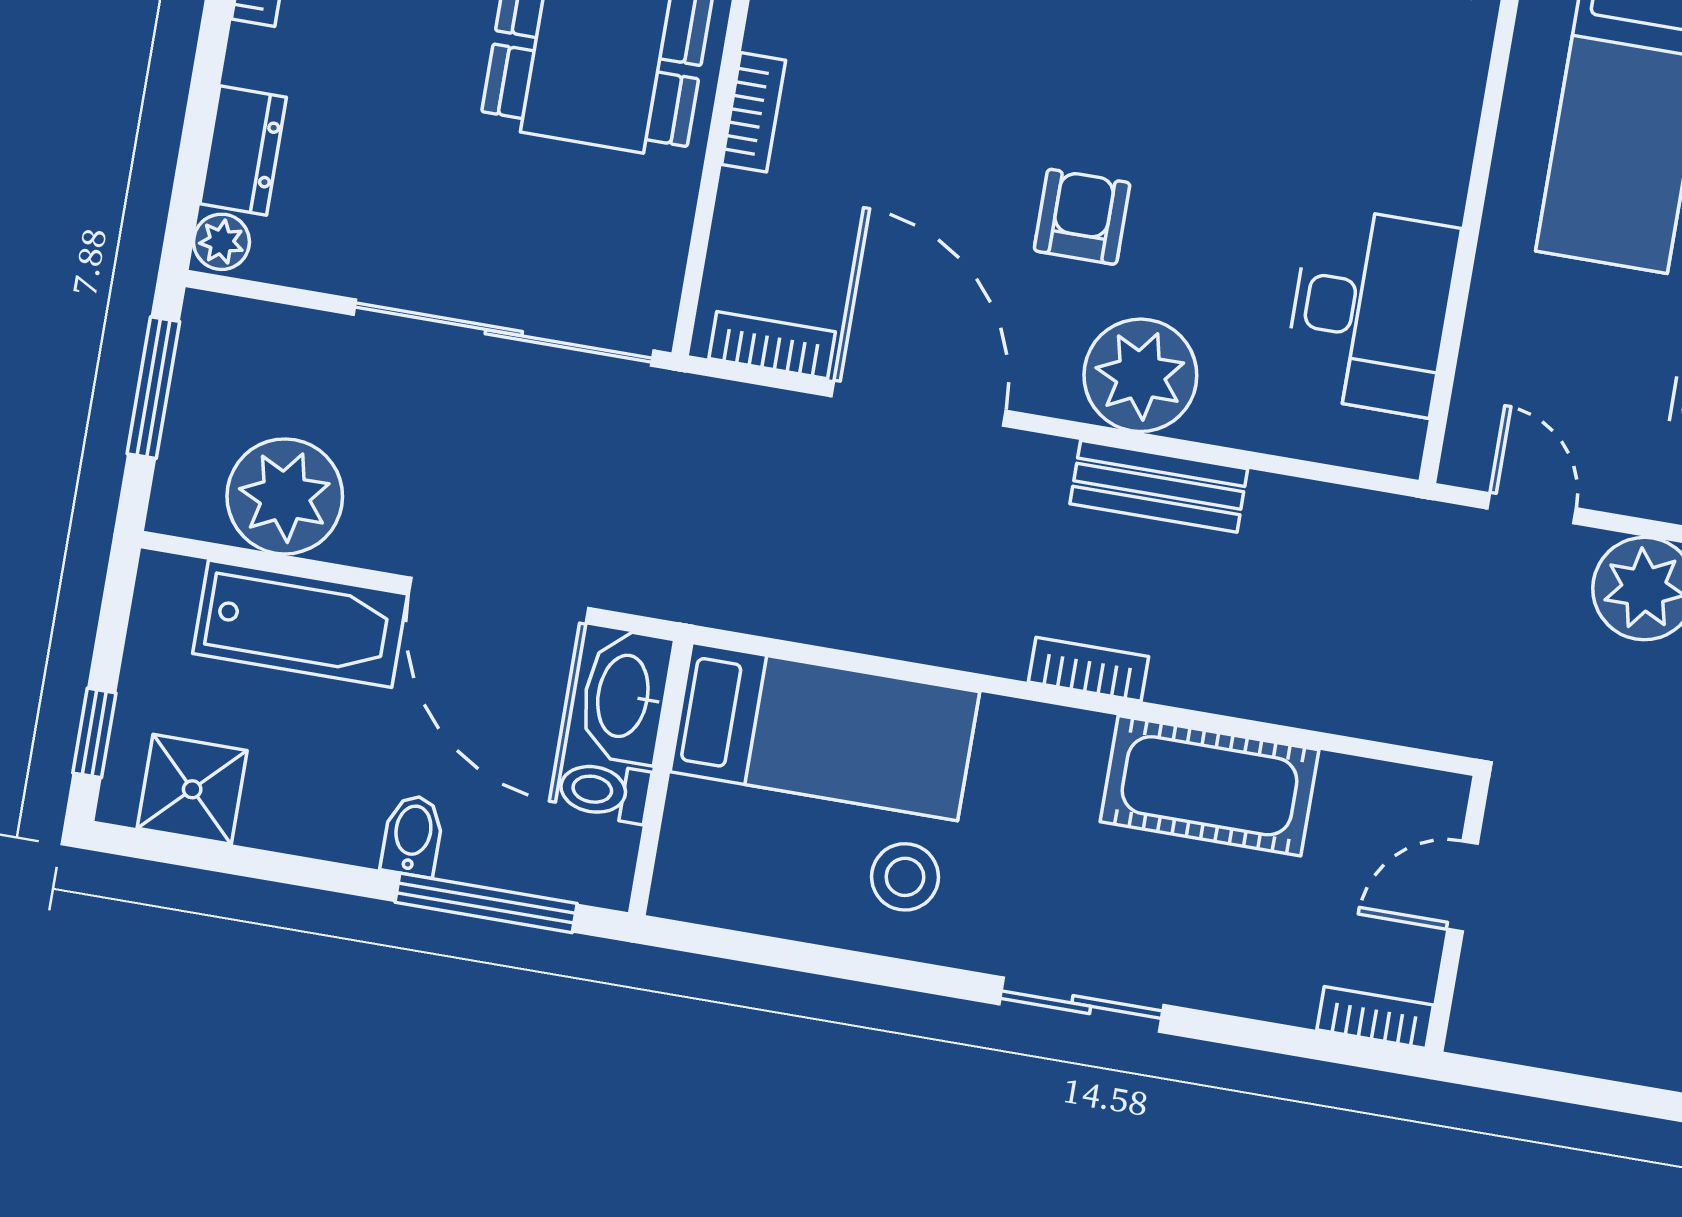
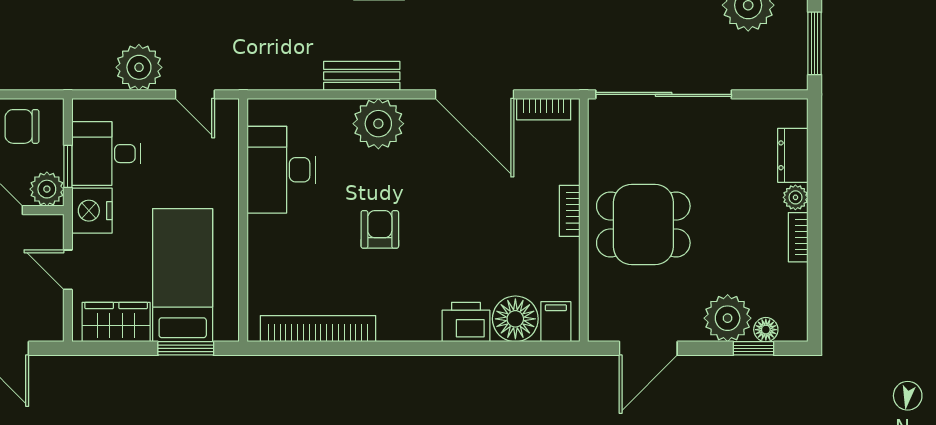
armchair: (1082, 217) -> (380, 229), moved, turned 180
plant: (221, 242) -> (795, 197), moved

